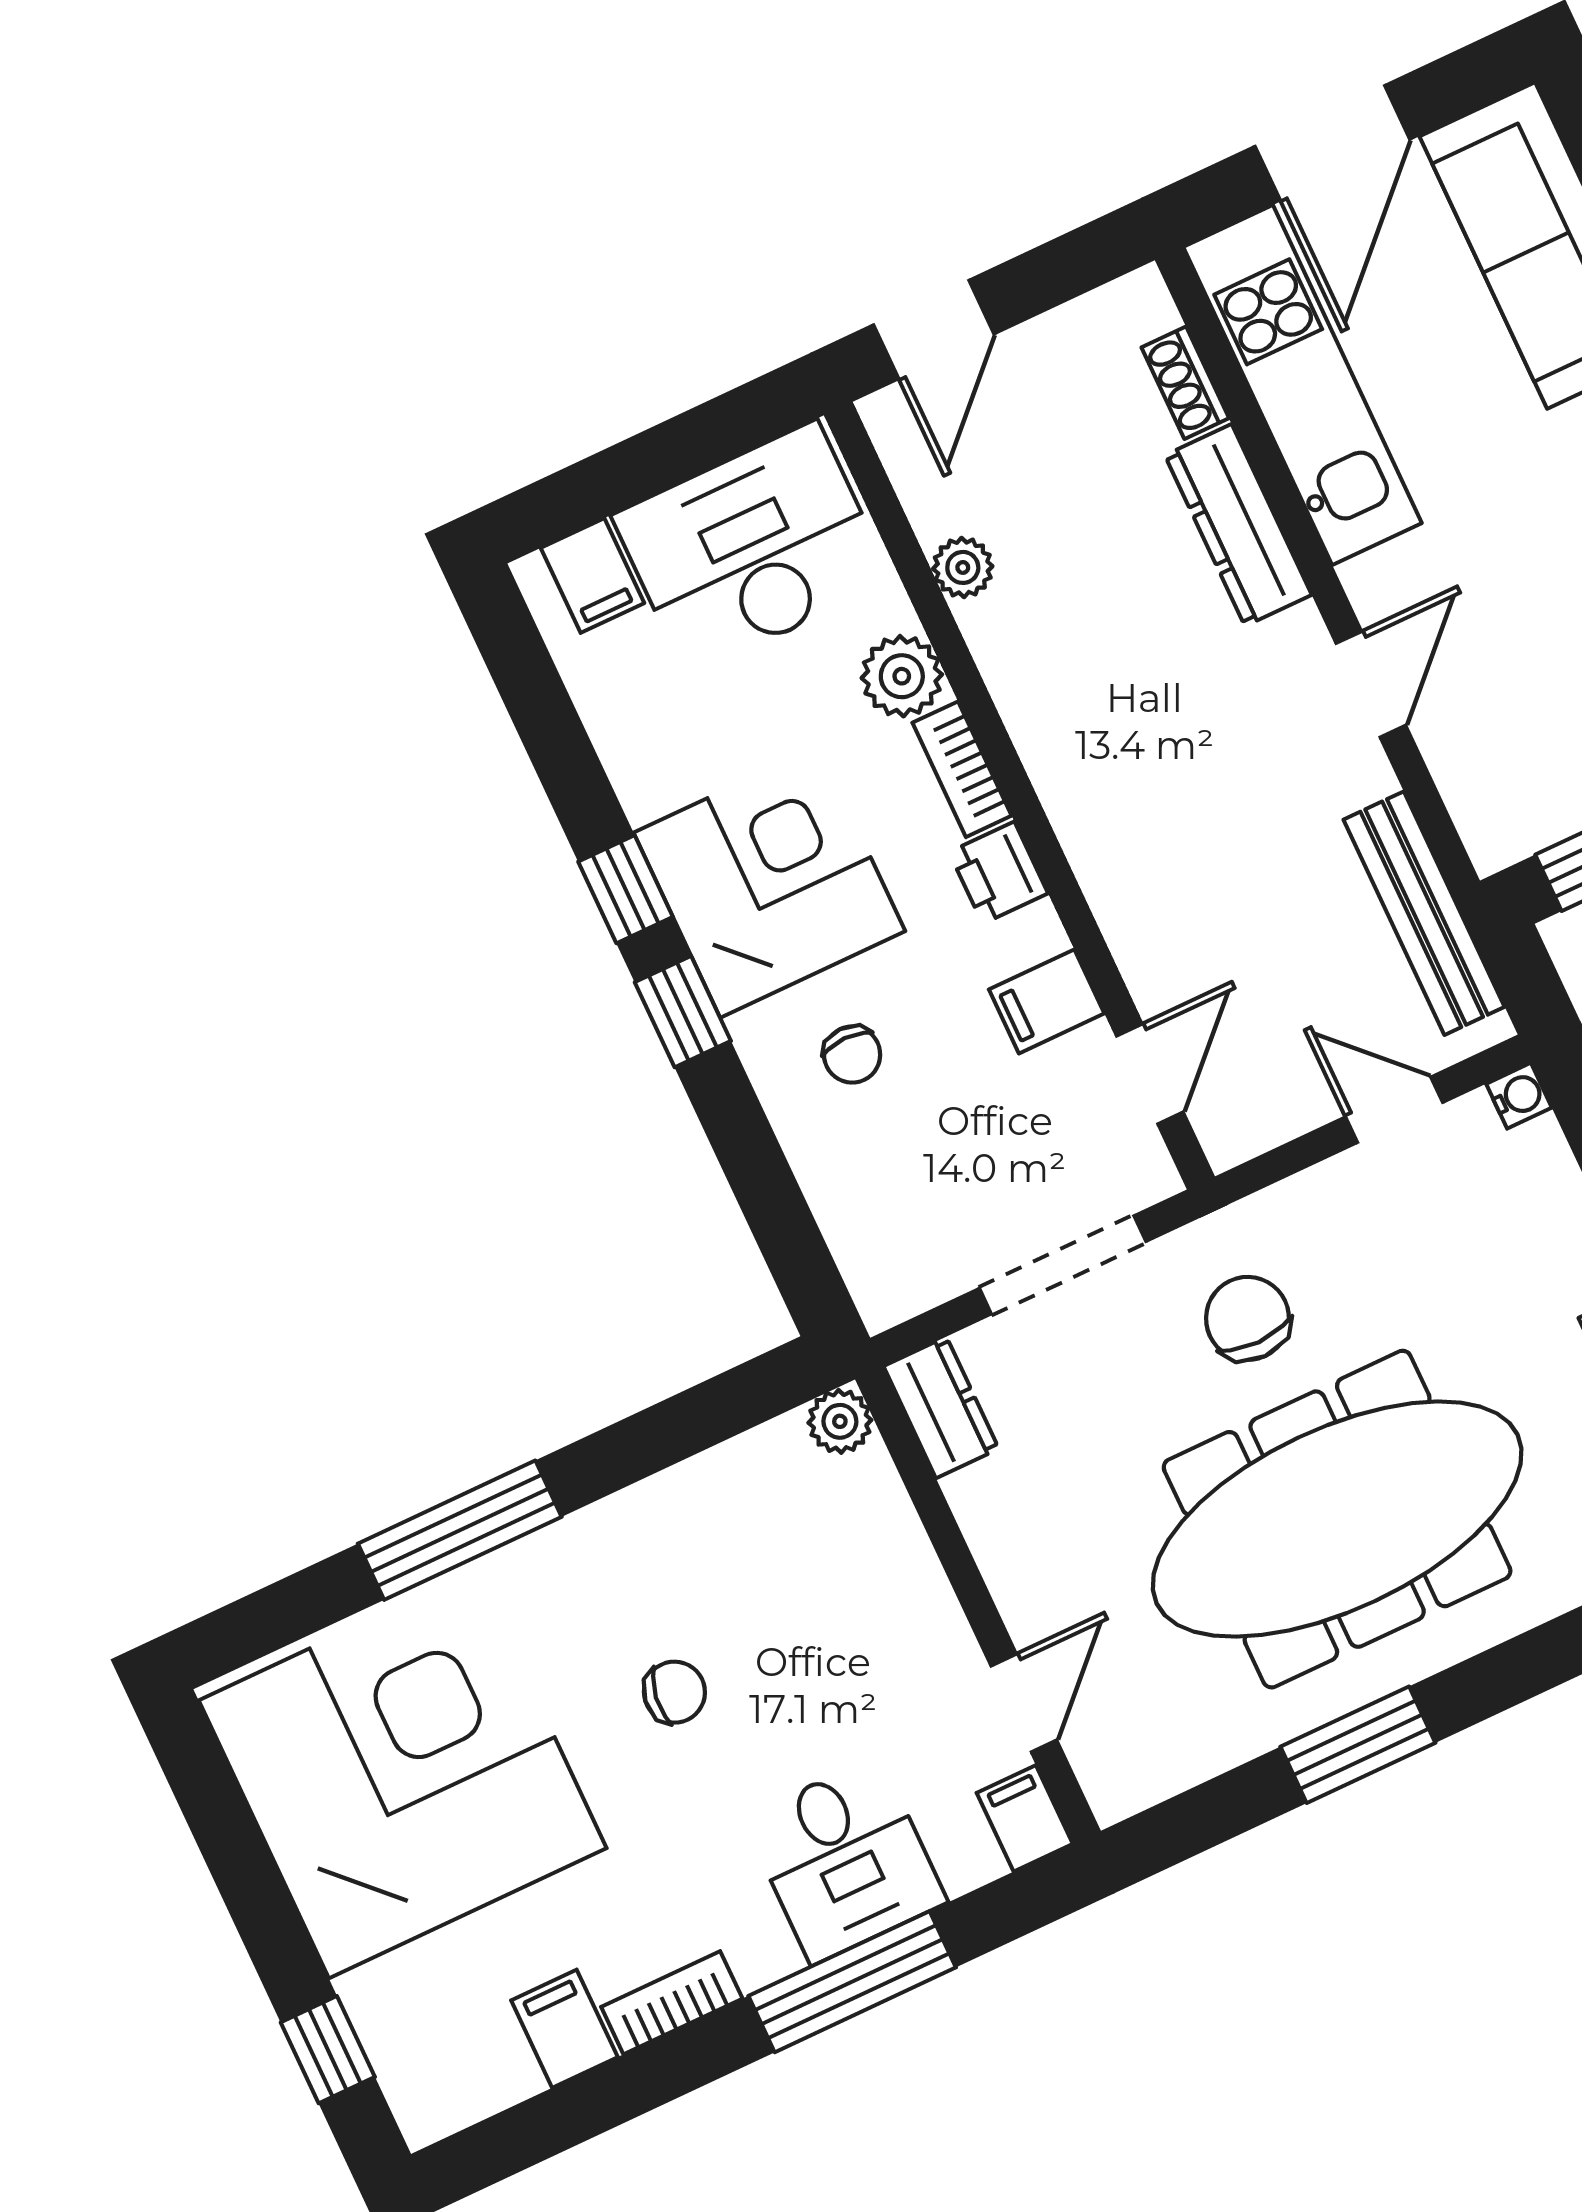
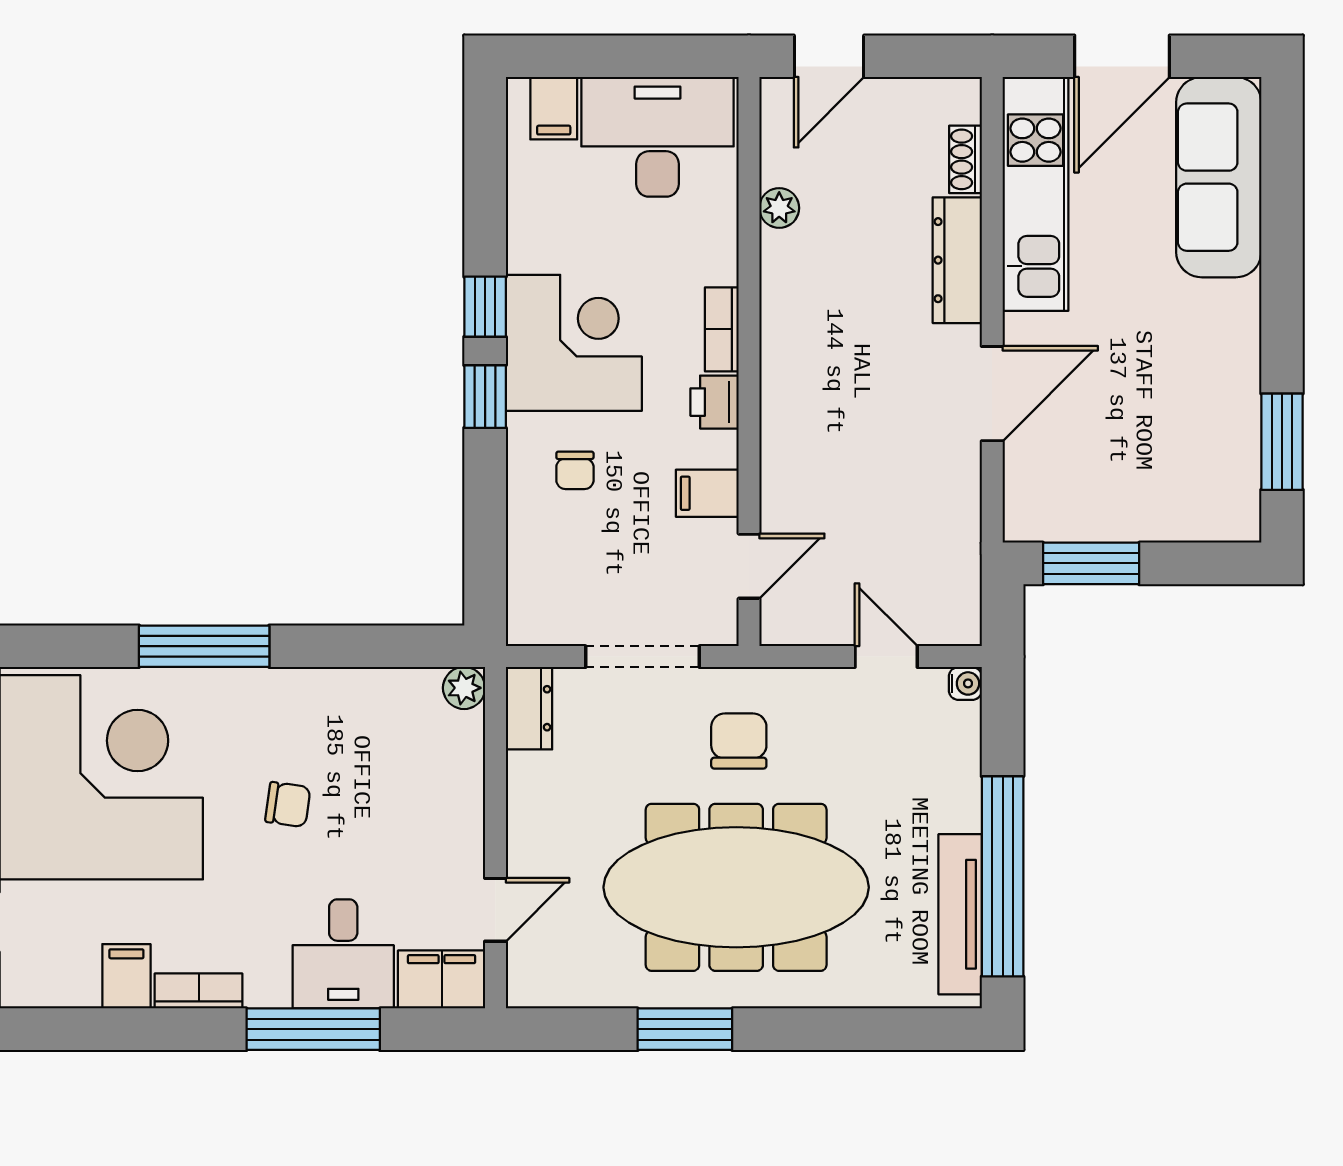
plant: (902, 676) -> (712, 256), removed
door: (1371, 684) -> (992, 394), width x1.38
bench: (1424, 913) -> (960, 547), removed
filing cabinet: (1025, 1818) -> (442, 979), width x2.00

